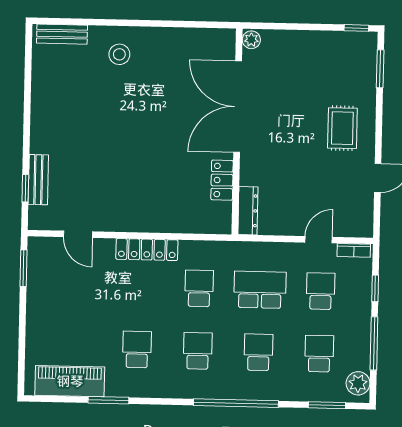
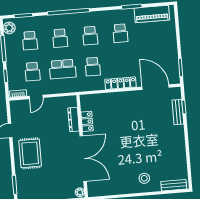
rug: (342, 128) -> (30, 153), width x1.36, depth x1.43
dresser: (248, 211) -> (74, 120), moved
door: (78, 234) -> (155, 87), width x1.88

